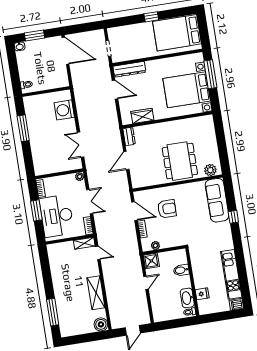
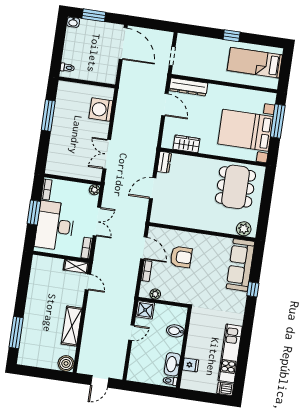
bed: (177, 33) -> (255, 63), width x0.67
dining table: (180, 161) -> (236, 187), moved

